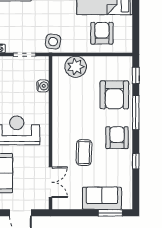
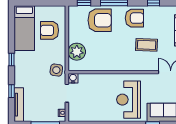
water cooler: (43, 86) -> (73, 78), moved
armchair: (117, 138) -> (134, 18), turned 180

